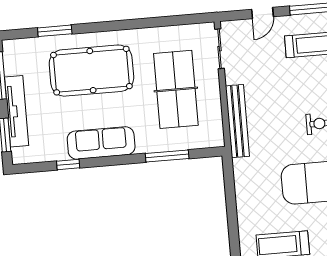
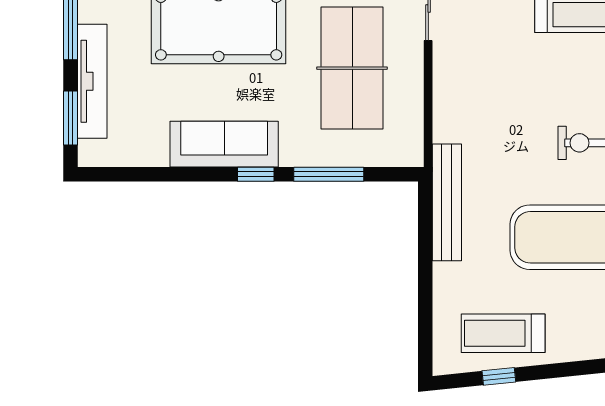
bench: (237, 121) -> (447, 202), moved
window: (68, 164) -> (256, 174), moved

